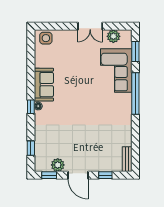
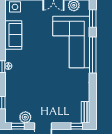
corner sofa: (116, 71) -> (71, 42), width x1.36, depth x1.36
sofa: (44, 85) -> (13, 35), moved
window: (105, 175) -> (77, 126), moved

